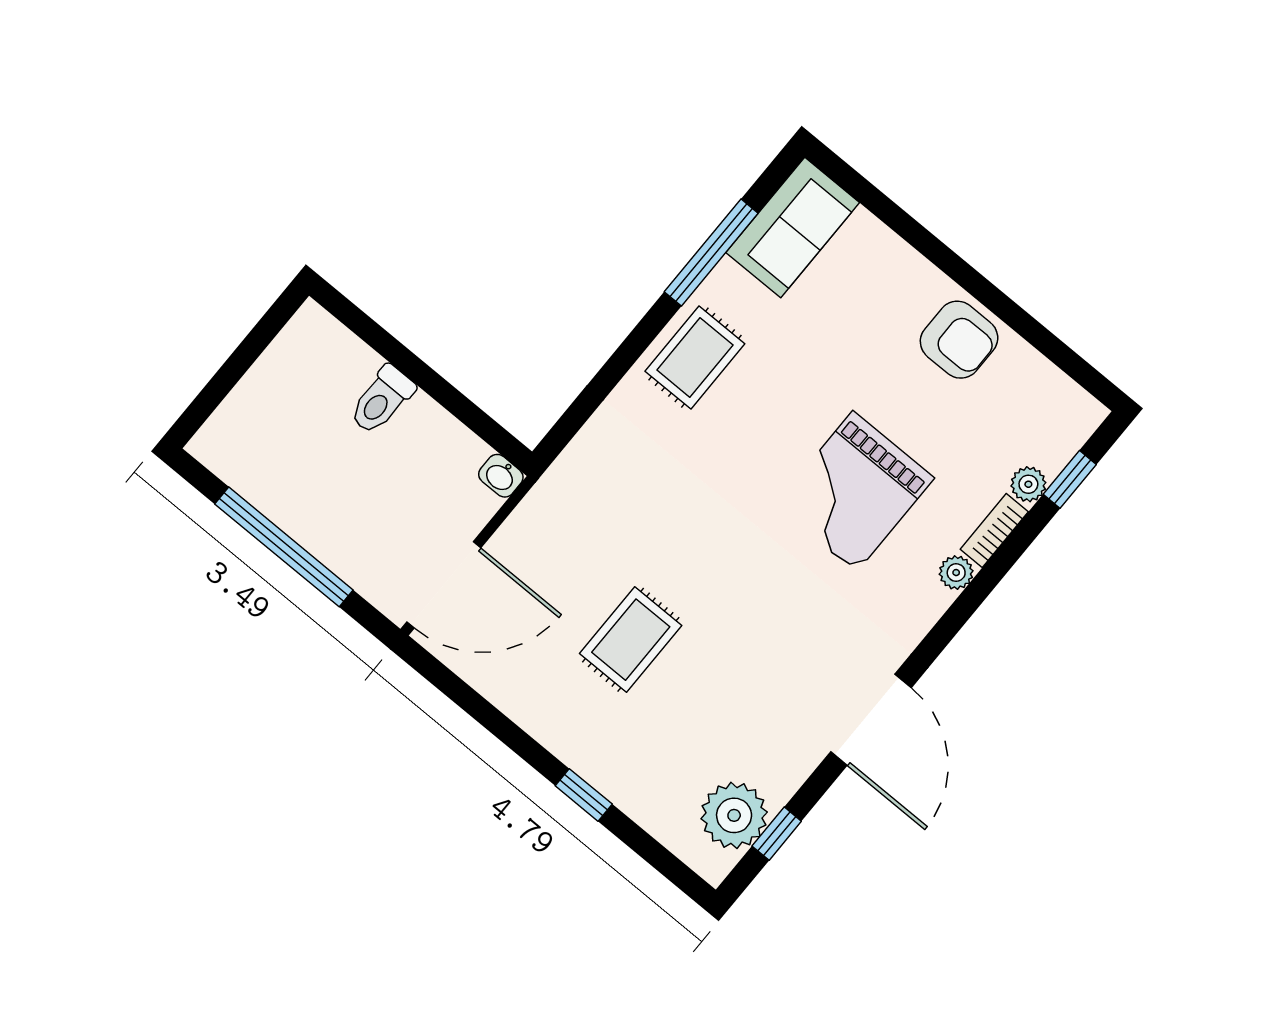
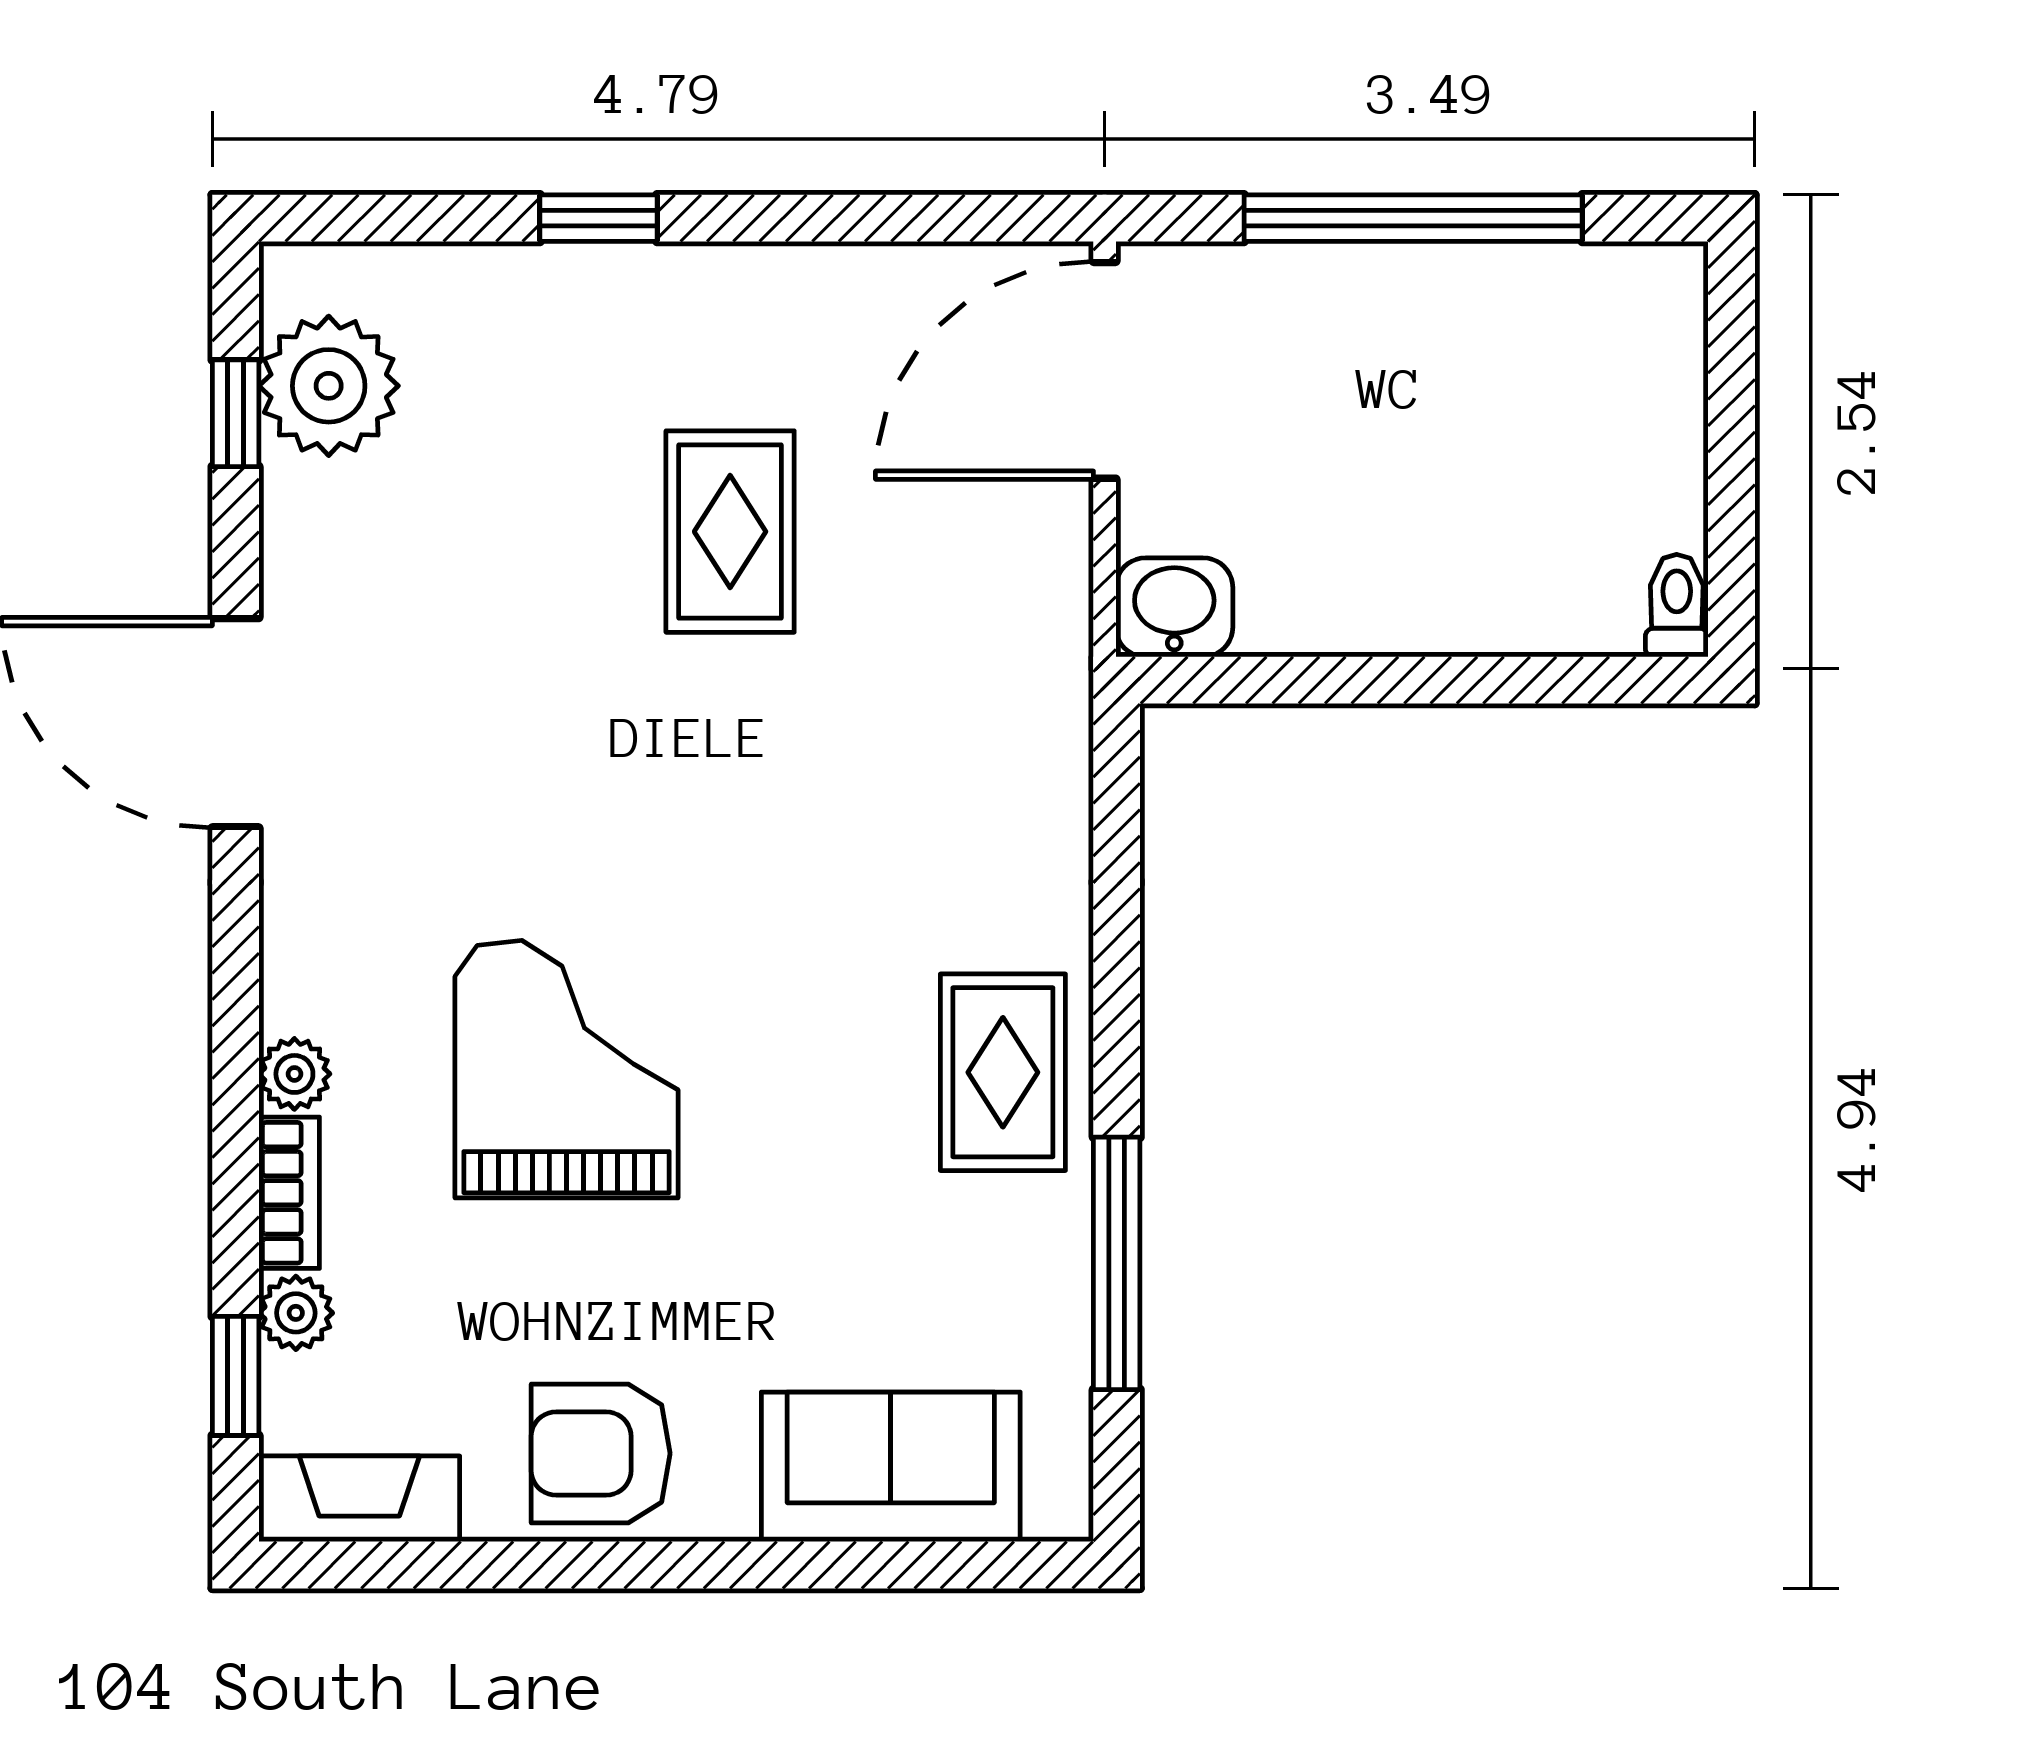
sofa: (793, 228) -> (891, 1467), moved, turned 90
fireplace: (1062, 396) -> (359, 1499), added
toilet: (382, 400) -> (1677, 606), moved, width x0.73, depth x0.72
washbasin: (501, 476) -> (1174, 607), width x1.38, depth x1.45

